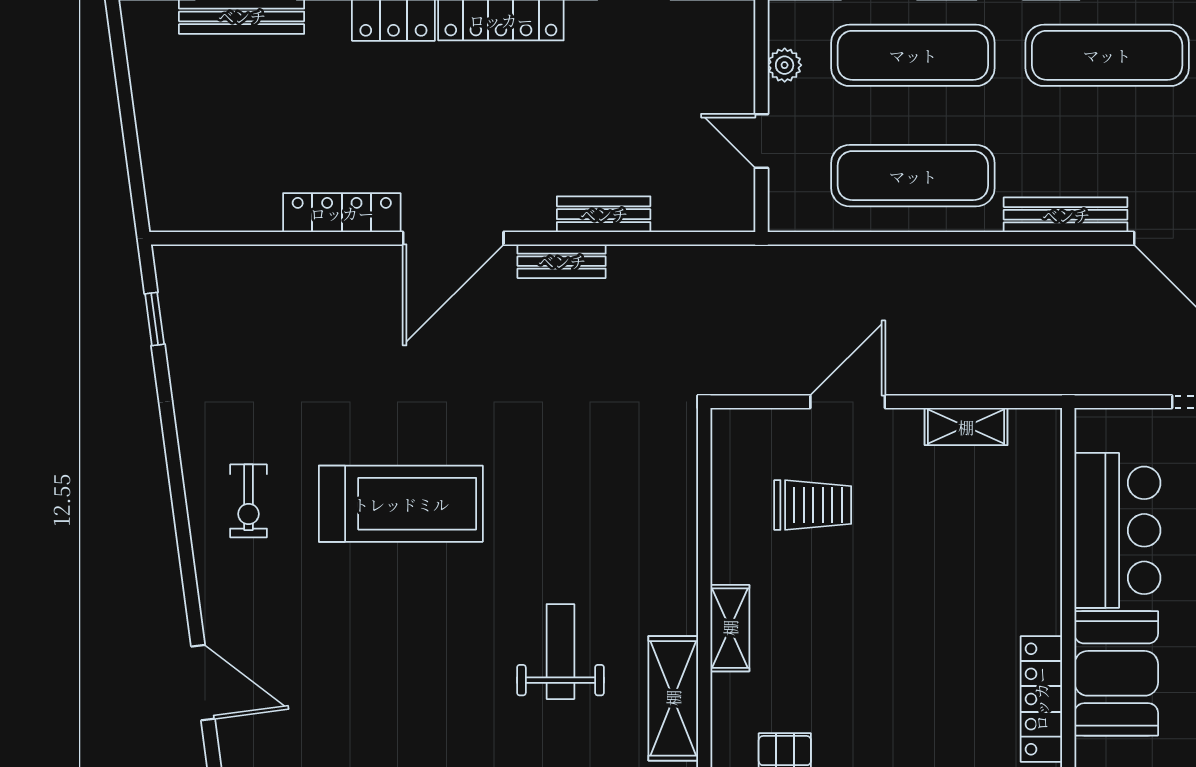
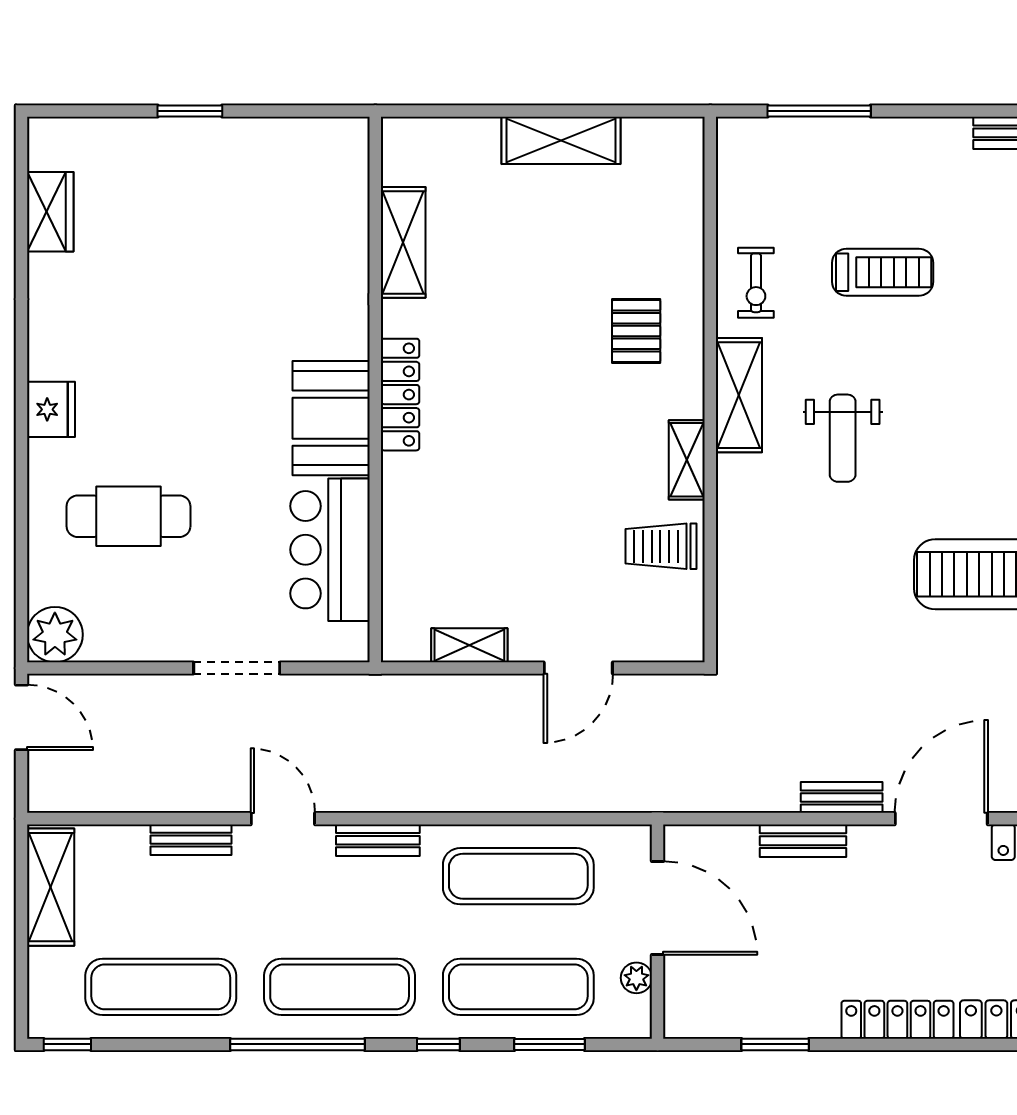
door: (762, 141) -> (658, 908), width x1.88
bench: (1066, 215) -> (378, 840), width x0.73
trolley: (813, 505) -> (661, 546), moved

